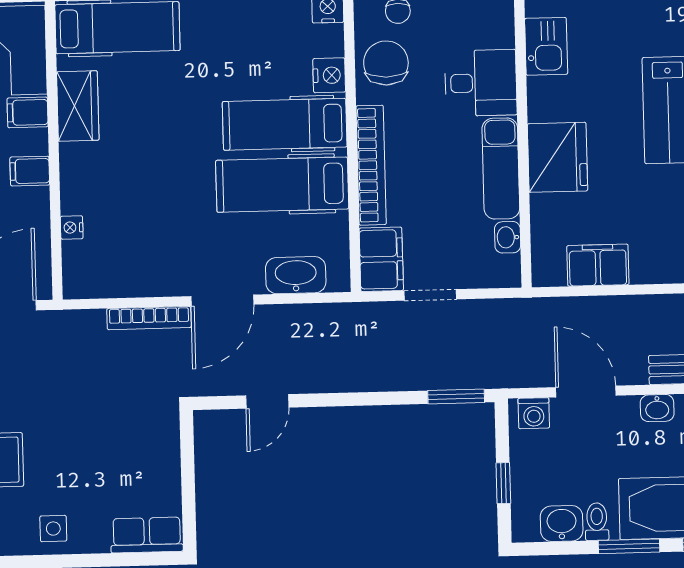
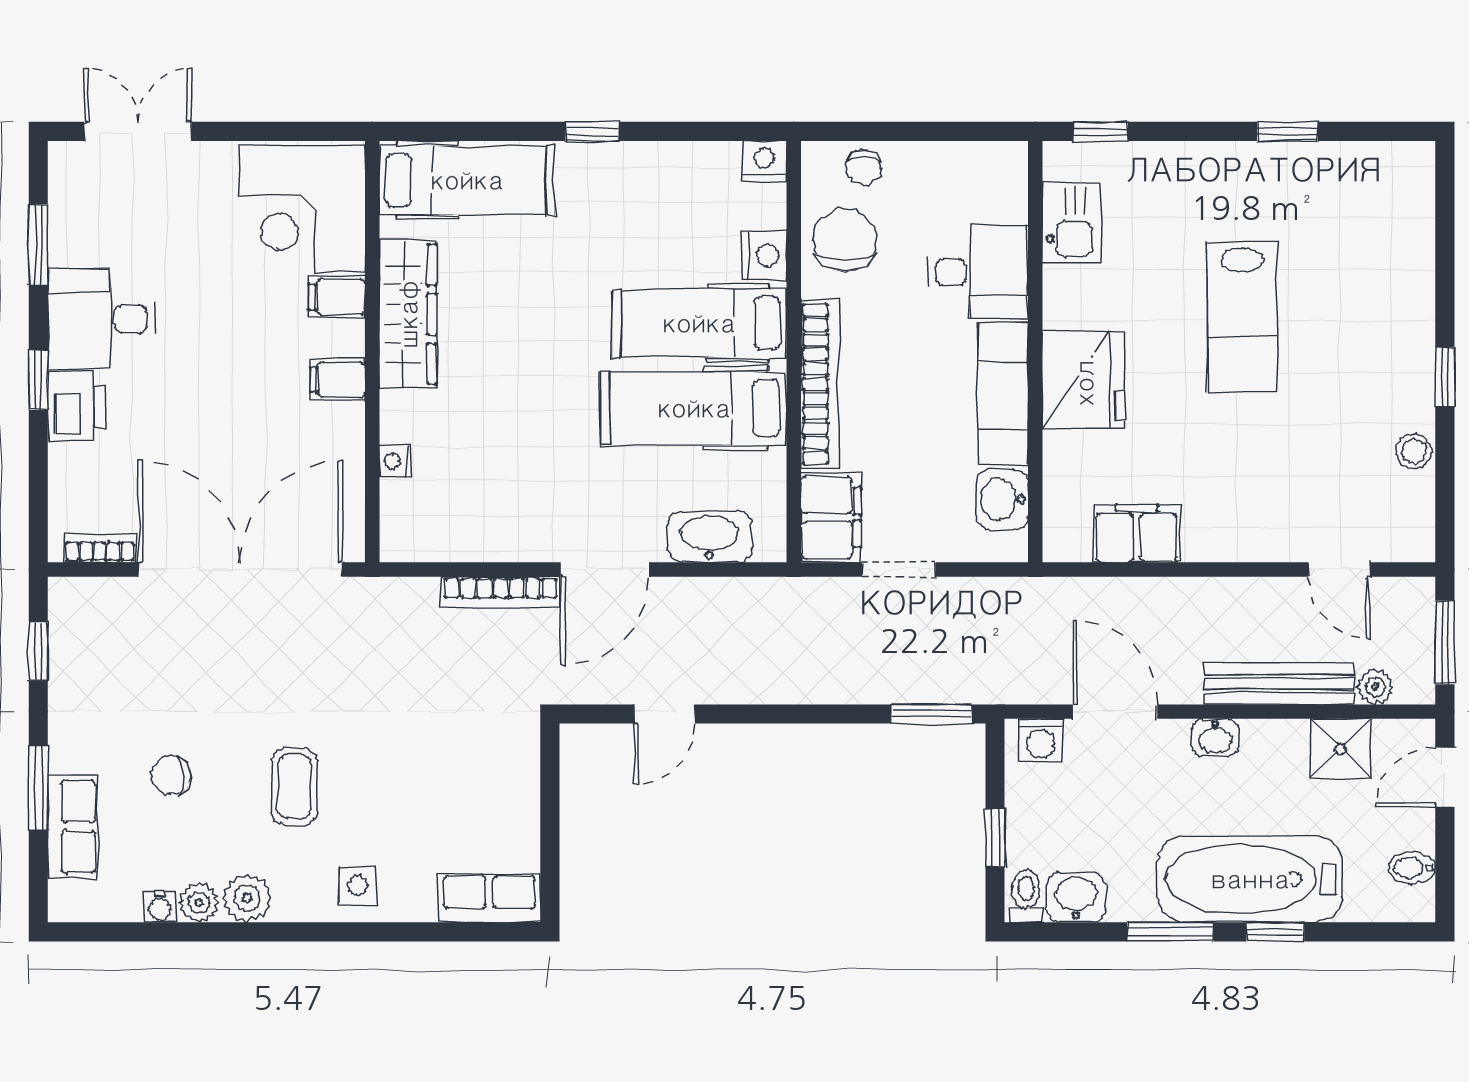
wardrobe: (78, 106) -> (408, 314), width x1.50
washbasin: (508, 237) -> (1002, 499), width x1.38, depth x1.45
toilet: (597, 522) -> (1026, 896), moved

